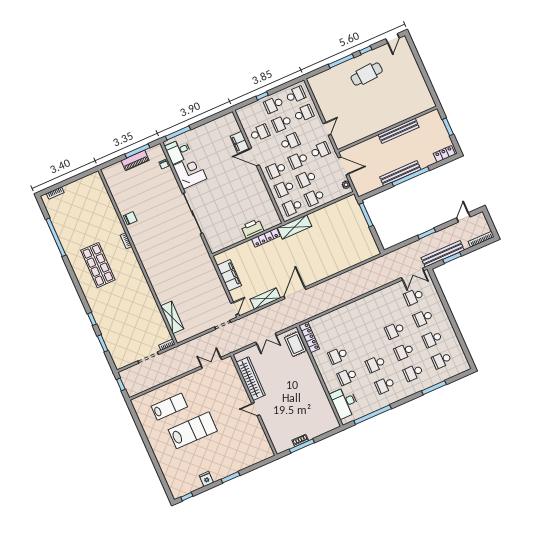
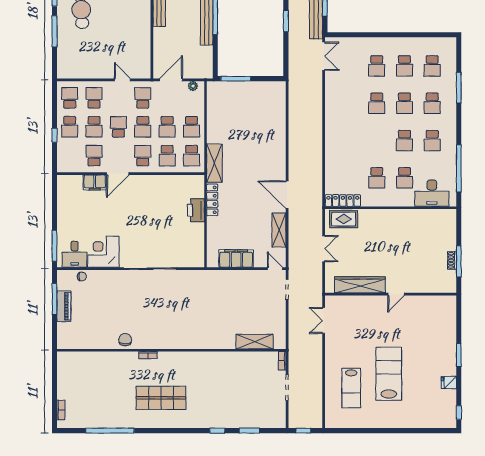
school desk: (276, 170) -> (143, 156), turned 180
school desk: (414, 297) -> (349, 66), removed
lab bench: (169, 407) -> (351, 388), turned 180

